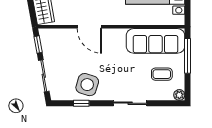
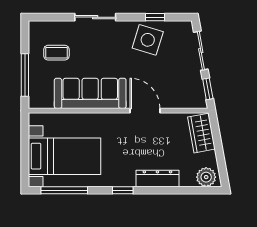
sofa: (156, 41) -> (90, 93), moved
plant: (179, 95) -> (35, 27), removed

